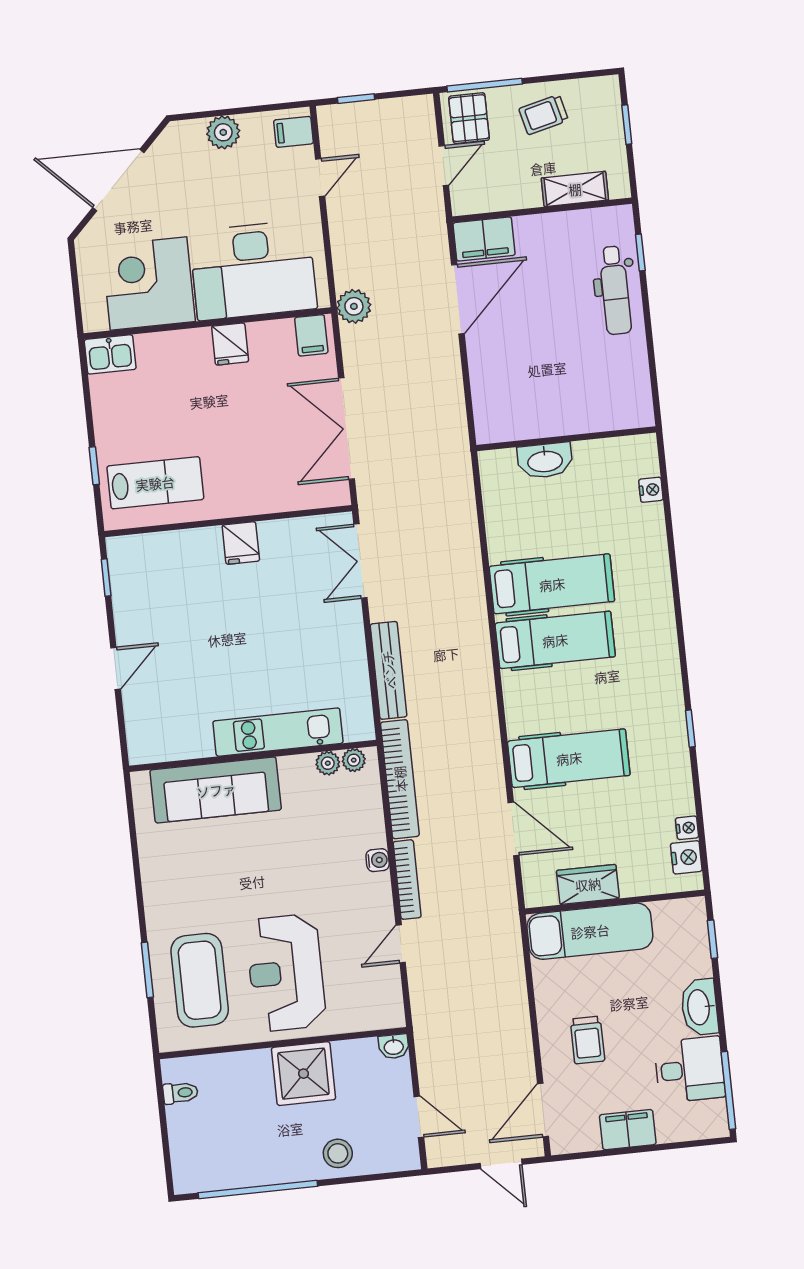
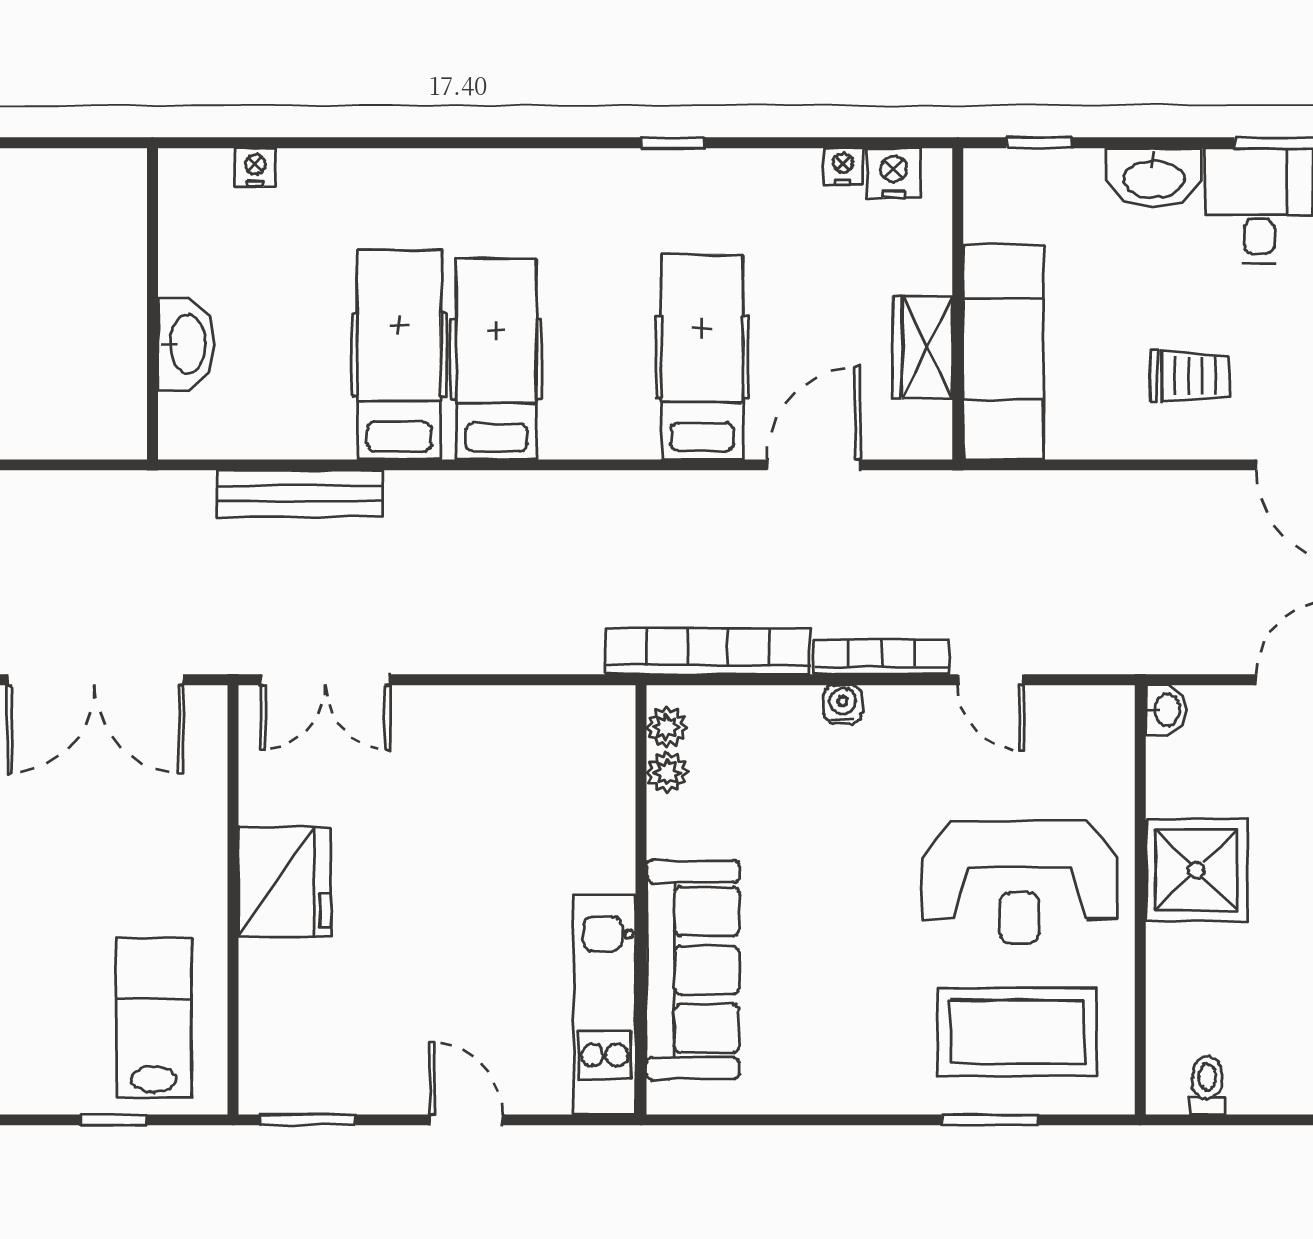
fridge: (241, 543) -> (285, 882), width x1.88, depth x1.34
window: (106, 578) -> (308, 1120), width x1.50
bench: (389, 670) -> (300, 494), moved
kitchen unit: (278, 732) -> (605, 1004), moved

